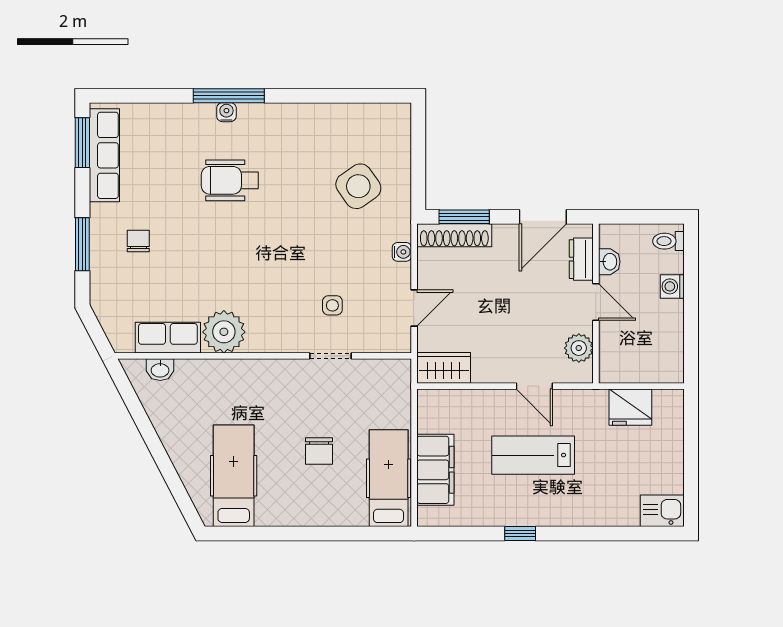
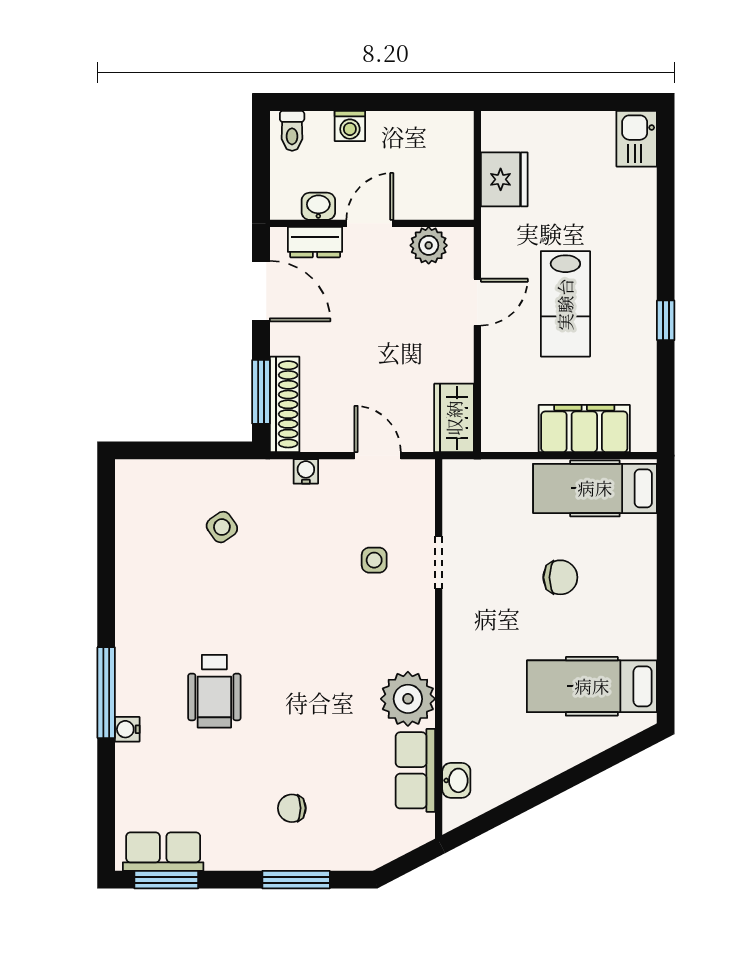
water cooler: (226, 112) -> (127, 729), moved
row of seats: (104, 155) -> (163, 852), width x0.68
side table: (358, 186) -> (222, 527), width x0.54, depth x0.54

